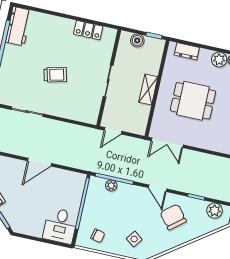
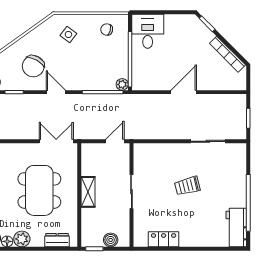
dining table: (193, 101) -> (39, 190), width x1.38
plant: (111, 186) -> (122, 84), moved
chair: (173, 217) -> (33, 66), turned 68

